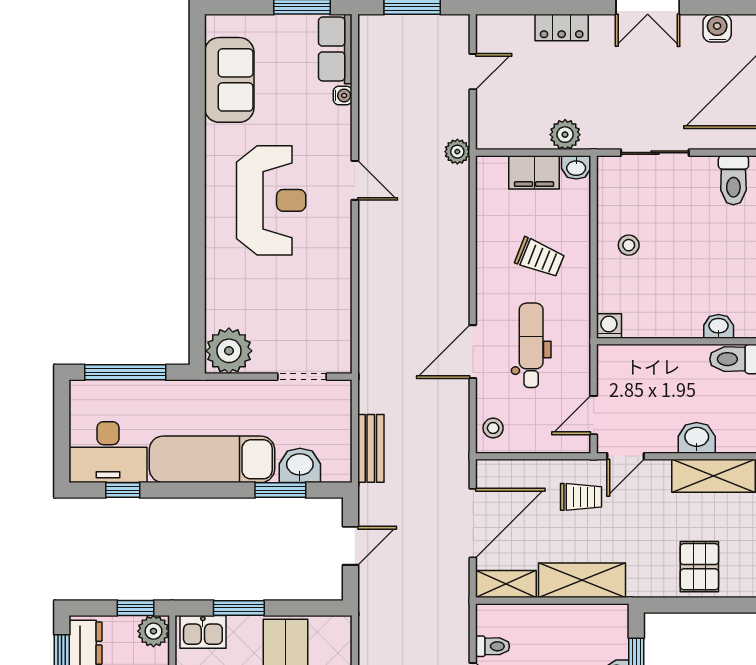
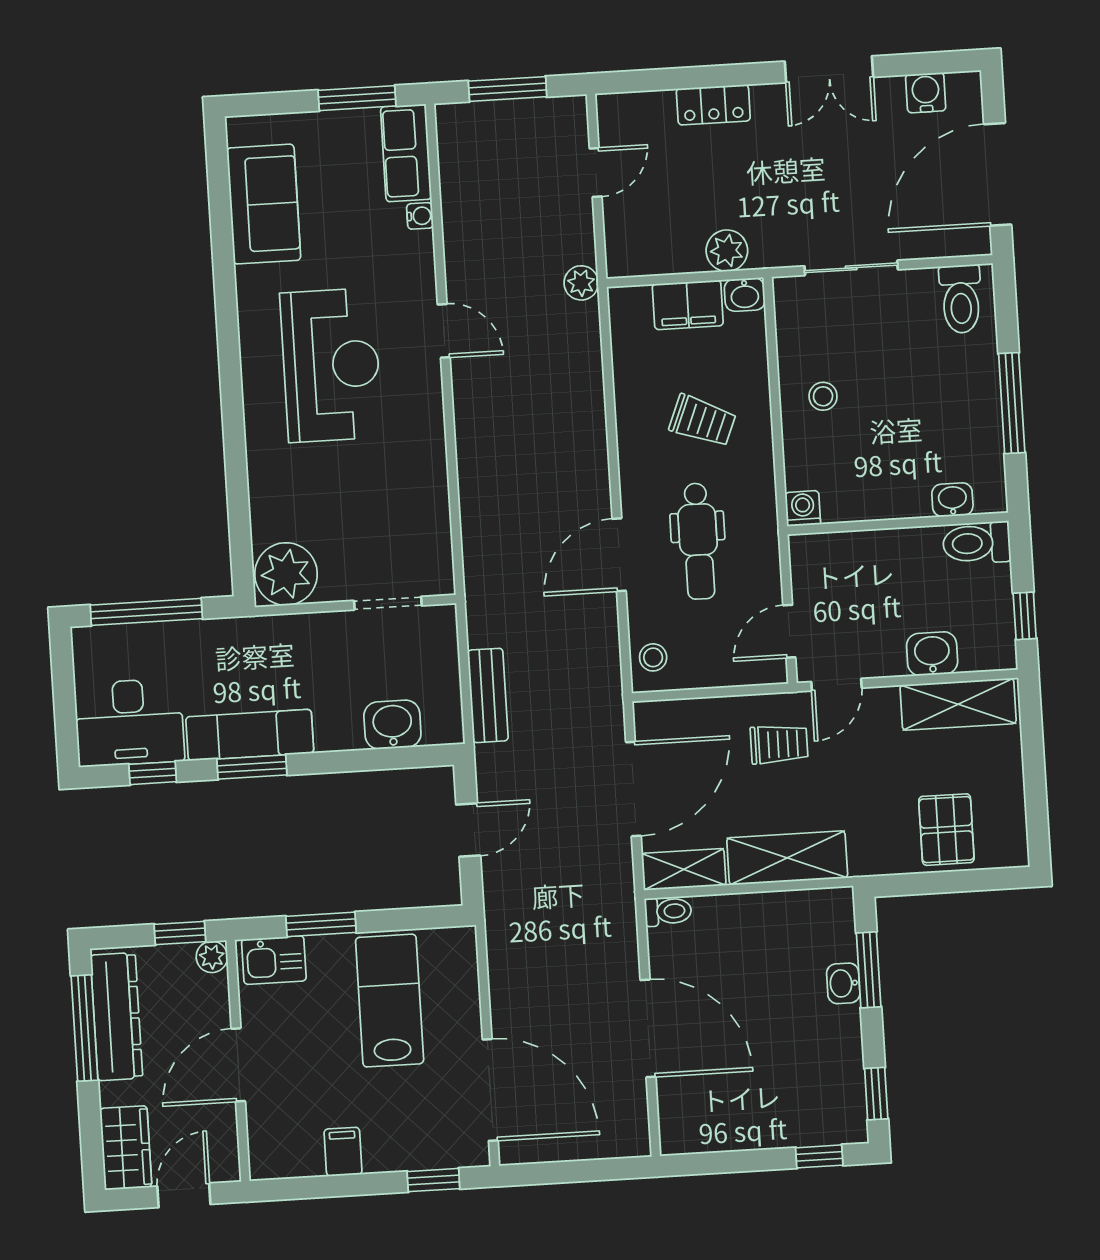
dental chair: (531, 345) -> (698, 541), turned 180
exam couch: (212, 459) -> (250, 735), width x0.73, depth x0.69
window: (280, 490) -> (252, 767), moved
plant: (153, 631) -> (212, 957), width x0.73, depth x0.73
toilet: (493, 646) -> (668, 911), moved

